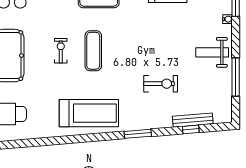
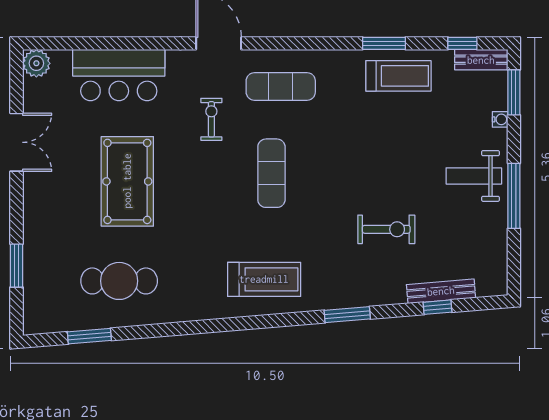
exercise bike: (61, 51) -> (211, 119), moved
window: (236, 77) -> (514, 196), moved
treadmill: (89, 113) -> (264, 279), width x0.73, depth x0.73

